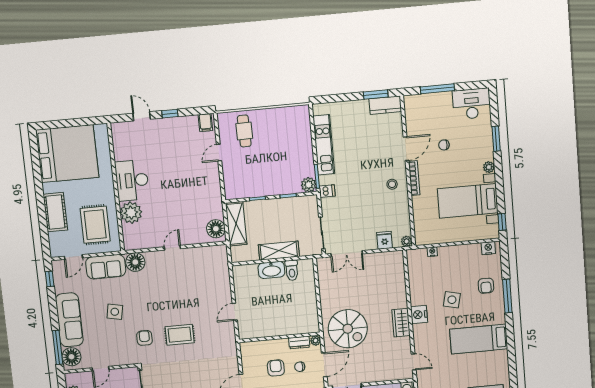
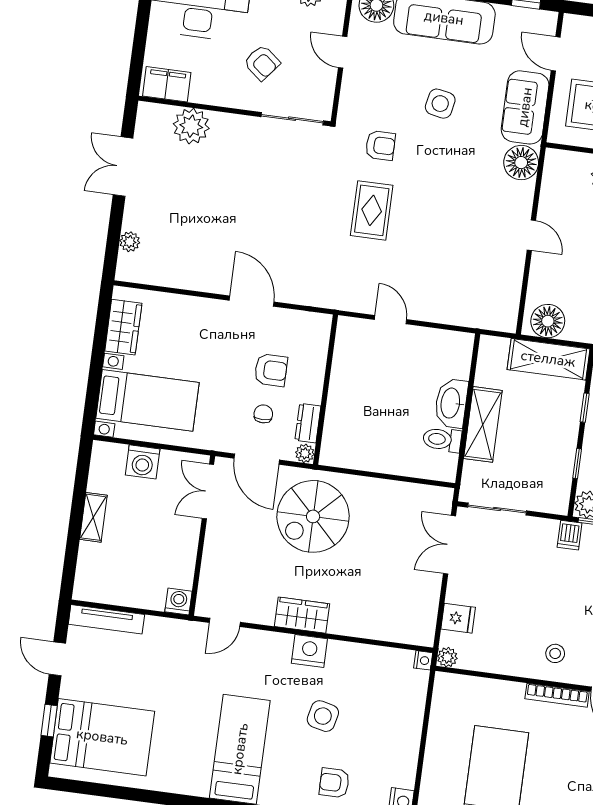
nightstand: (432, 252) -> (423, 660), moved

